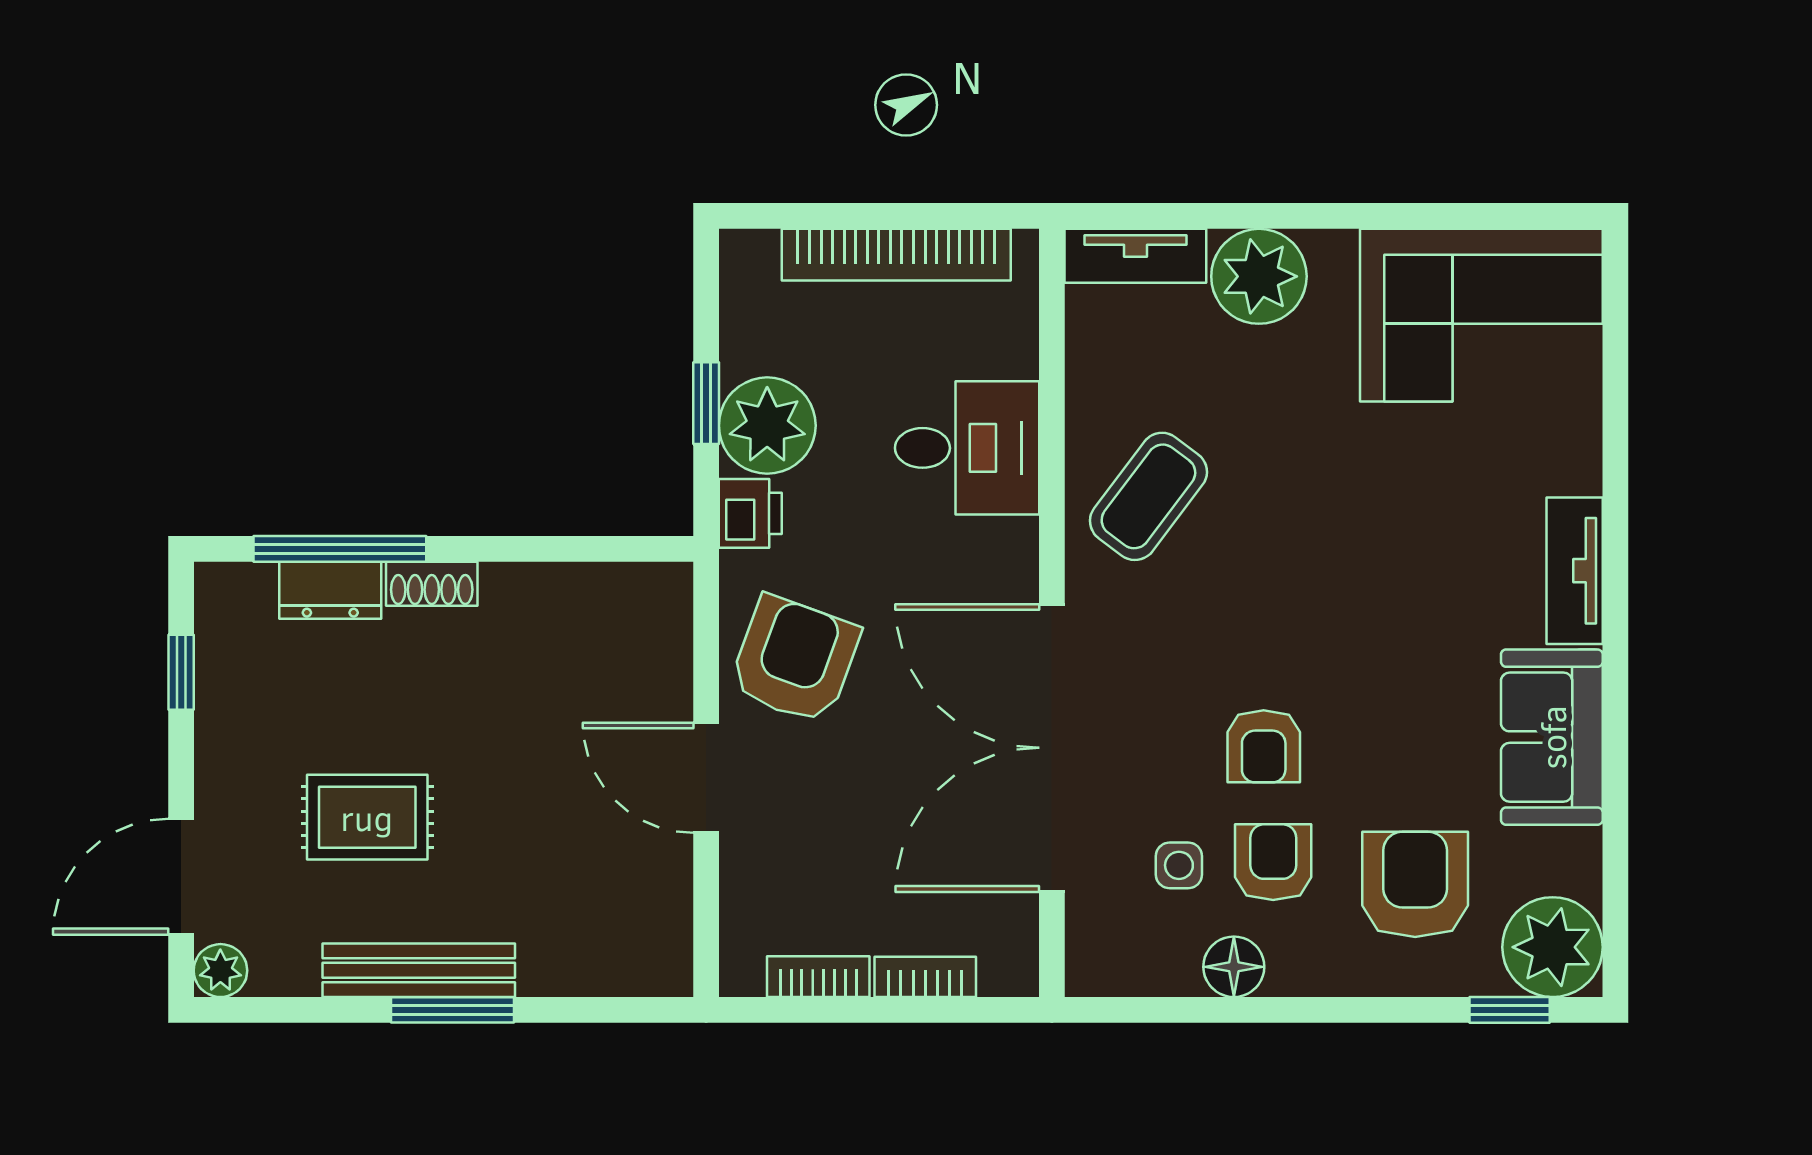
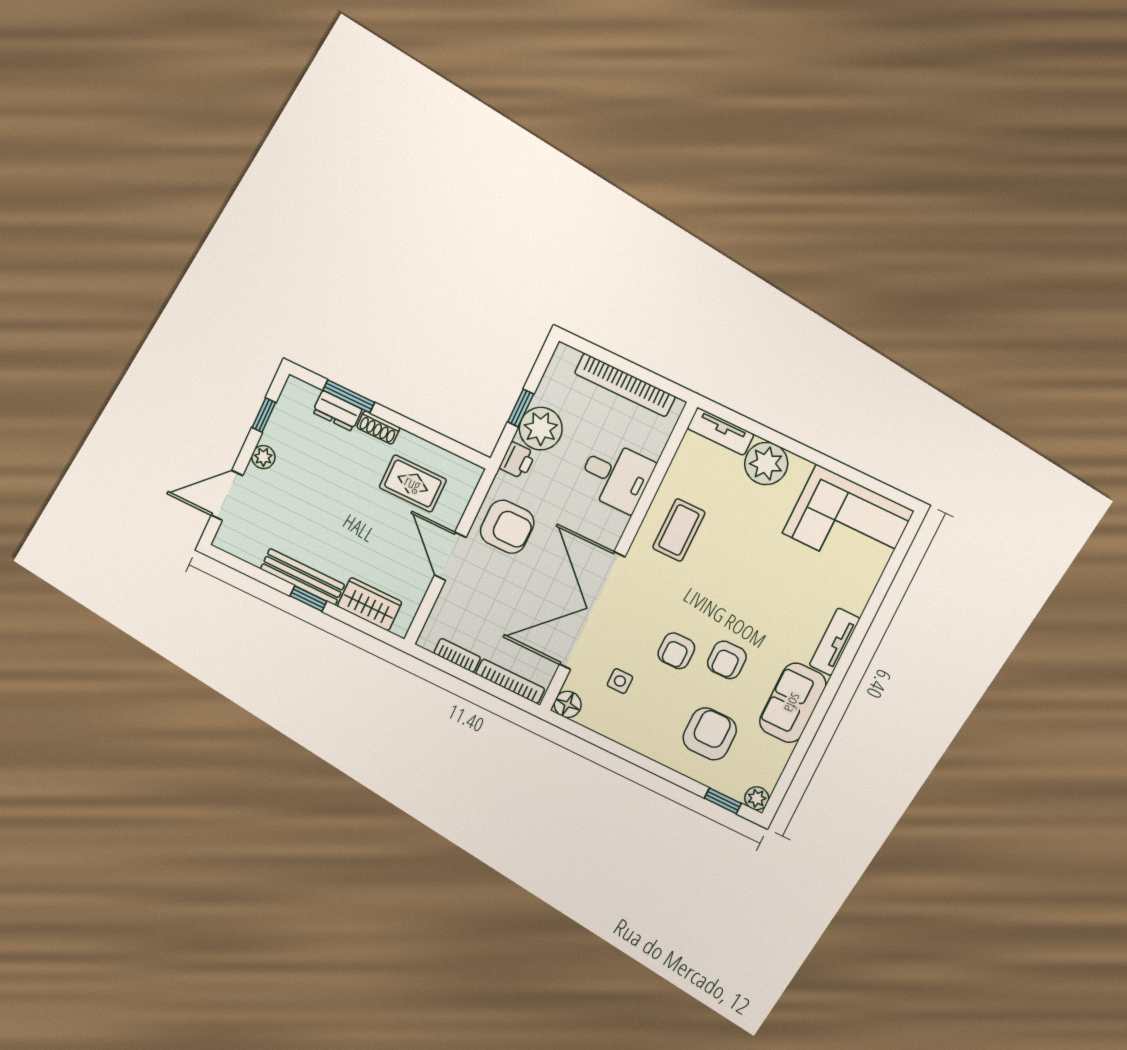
coffee table: (1148, 496) -> (679, 530), turned -37
window: (340, 549) -> (349, 396), width x0.69
armchair: (795, 660) -> (507, 527), turned 70
rug: (367, 817) -> (413, 483), moved
armchair: (1273, 862) -> (727, 660), moved, turned 180
plant: (1553, 947) -> (757, 798), width x0.53, depth x0.53
wardrobe: (586, 959) -> (370, 604), added
floor lamp: (1234, 967) -> (568, 704), moved
plant: (220, 971) -> (263, 457), moved
bookcase: (925, 977) -> (510, 681), width x1.56
window: (453, 1010) -> (308, 599), width x0.67

